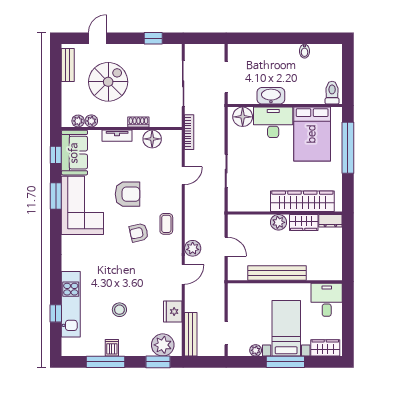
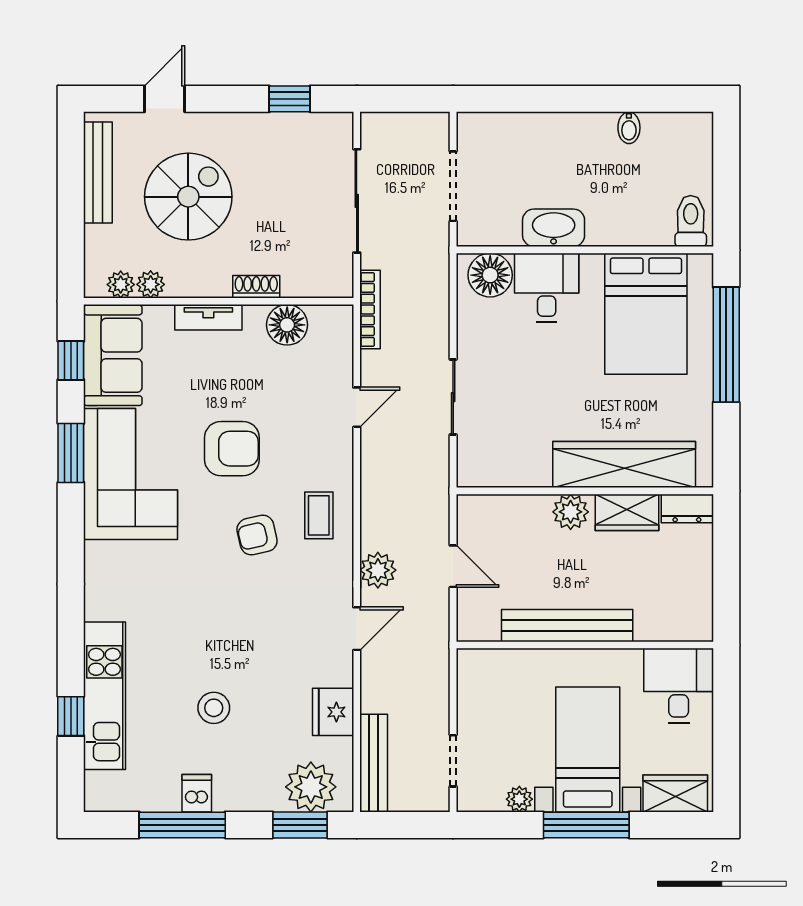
bench: (68, 65) -> (98, 172), width x1.36
desk: (273, 122) -> (547, 288), width x0.73

